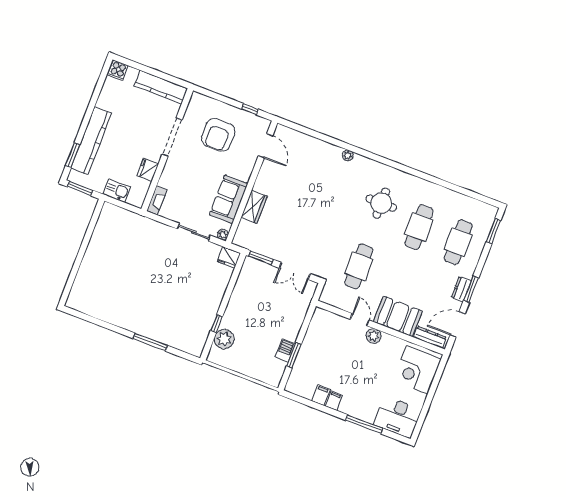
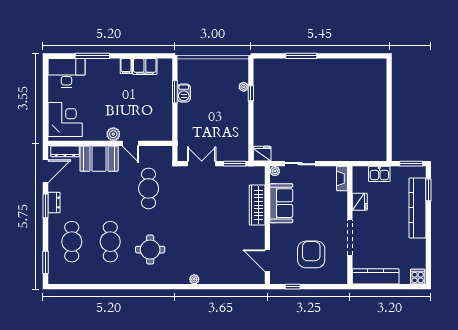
wardrobe: (254, 207) -> (257, 205), width x1.50
plant: (224, 339) -> (244, 87), width x0.53, depth x0.53
filing cabinet: (321, 395) -> (145, 67), width x2.00

